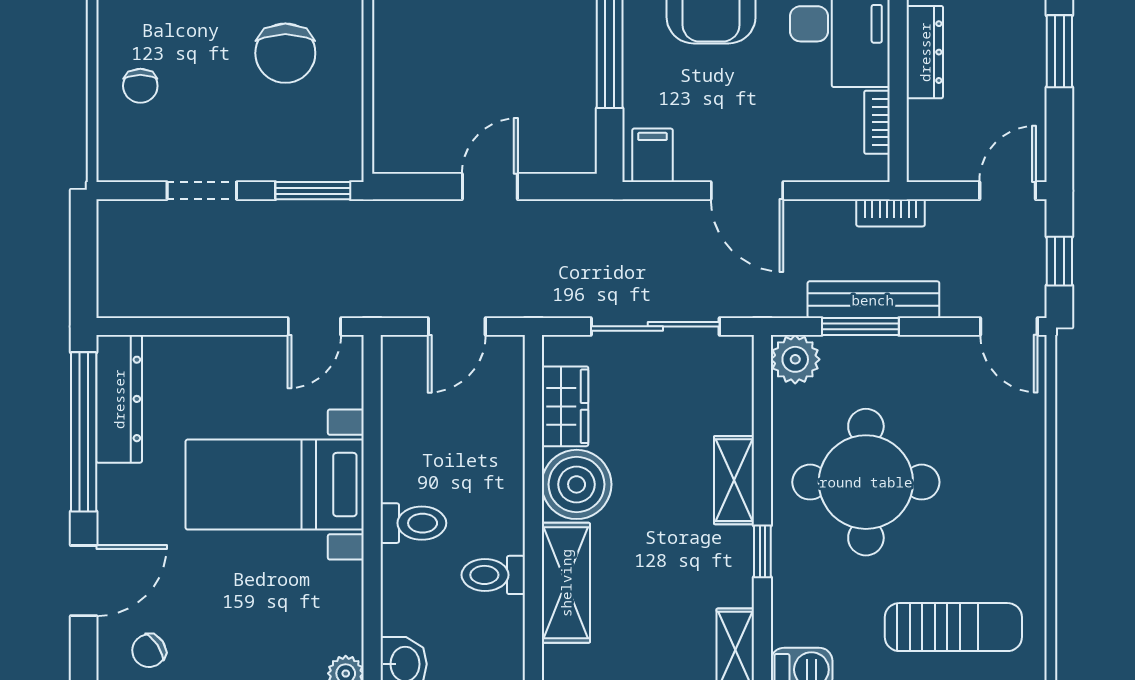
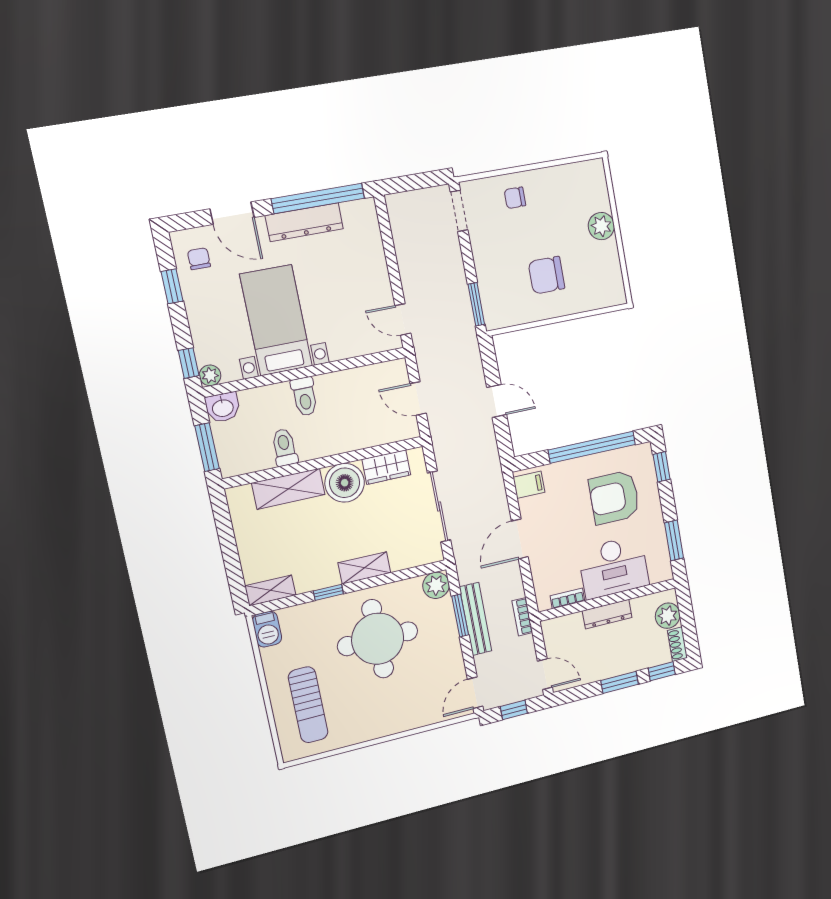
doorway: (202, 191) -> (459, 211), moved
dresser: (119, 399) -> (304, 222), moved
bed with nightstands: (275, 485) -> (276, 320), moved
chair: (149, 651) -> (199, 259), turned 34

